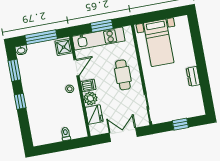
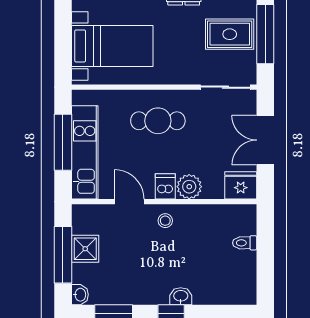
window: (102, 26) -> (63, 142), width x1.44
shower: (64, 47) -> (85, 249), moved
washbasin: (30, 105) -> (181, 296), added
rug: (177, 105) -> (230, 34), added
fridge: (94, 115) -> (241, 185), moved
window: (180, 124) -> (265, 34), width x2.17

